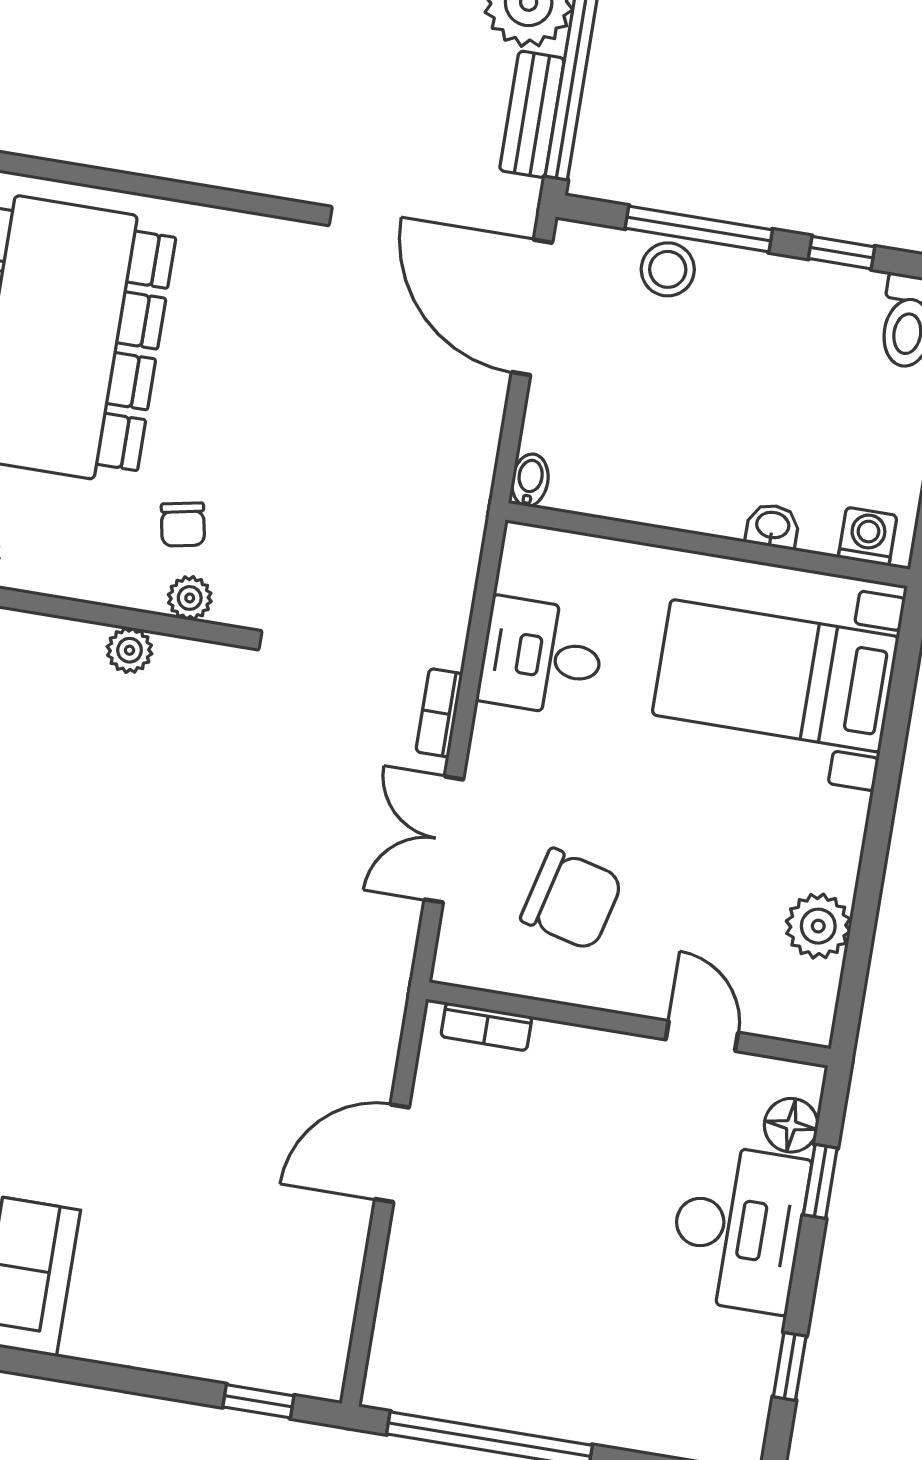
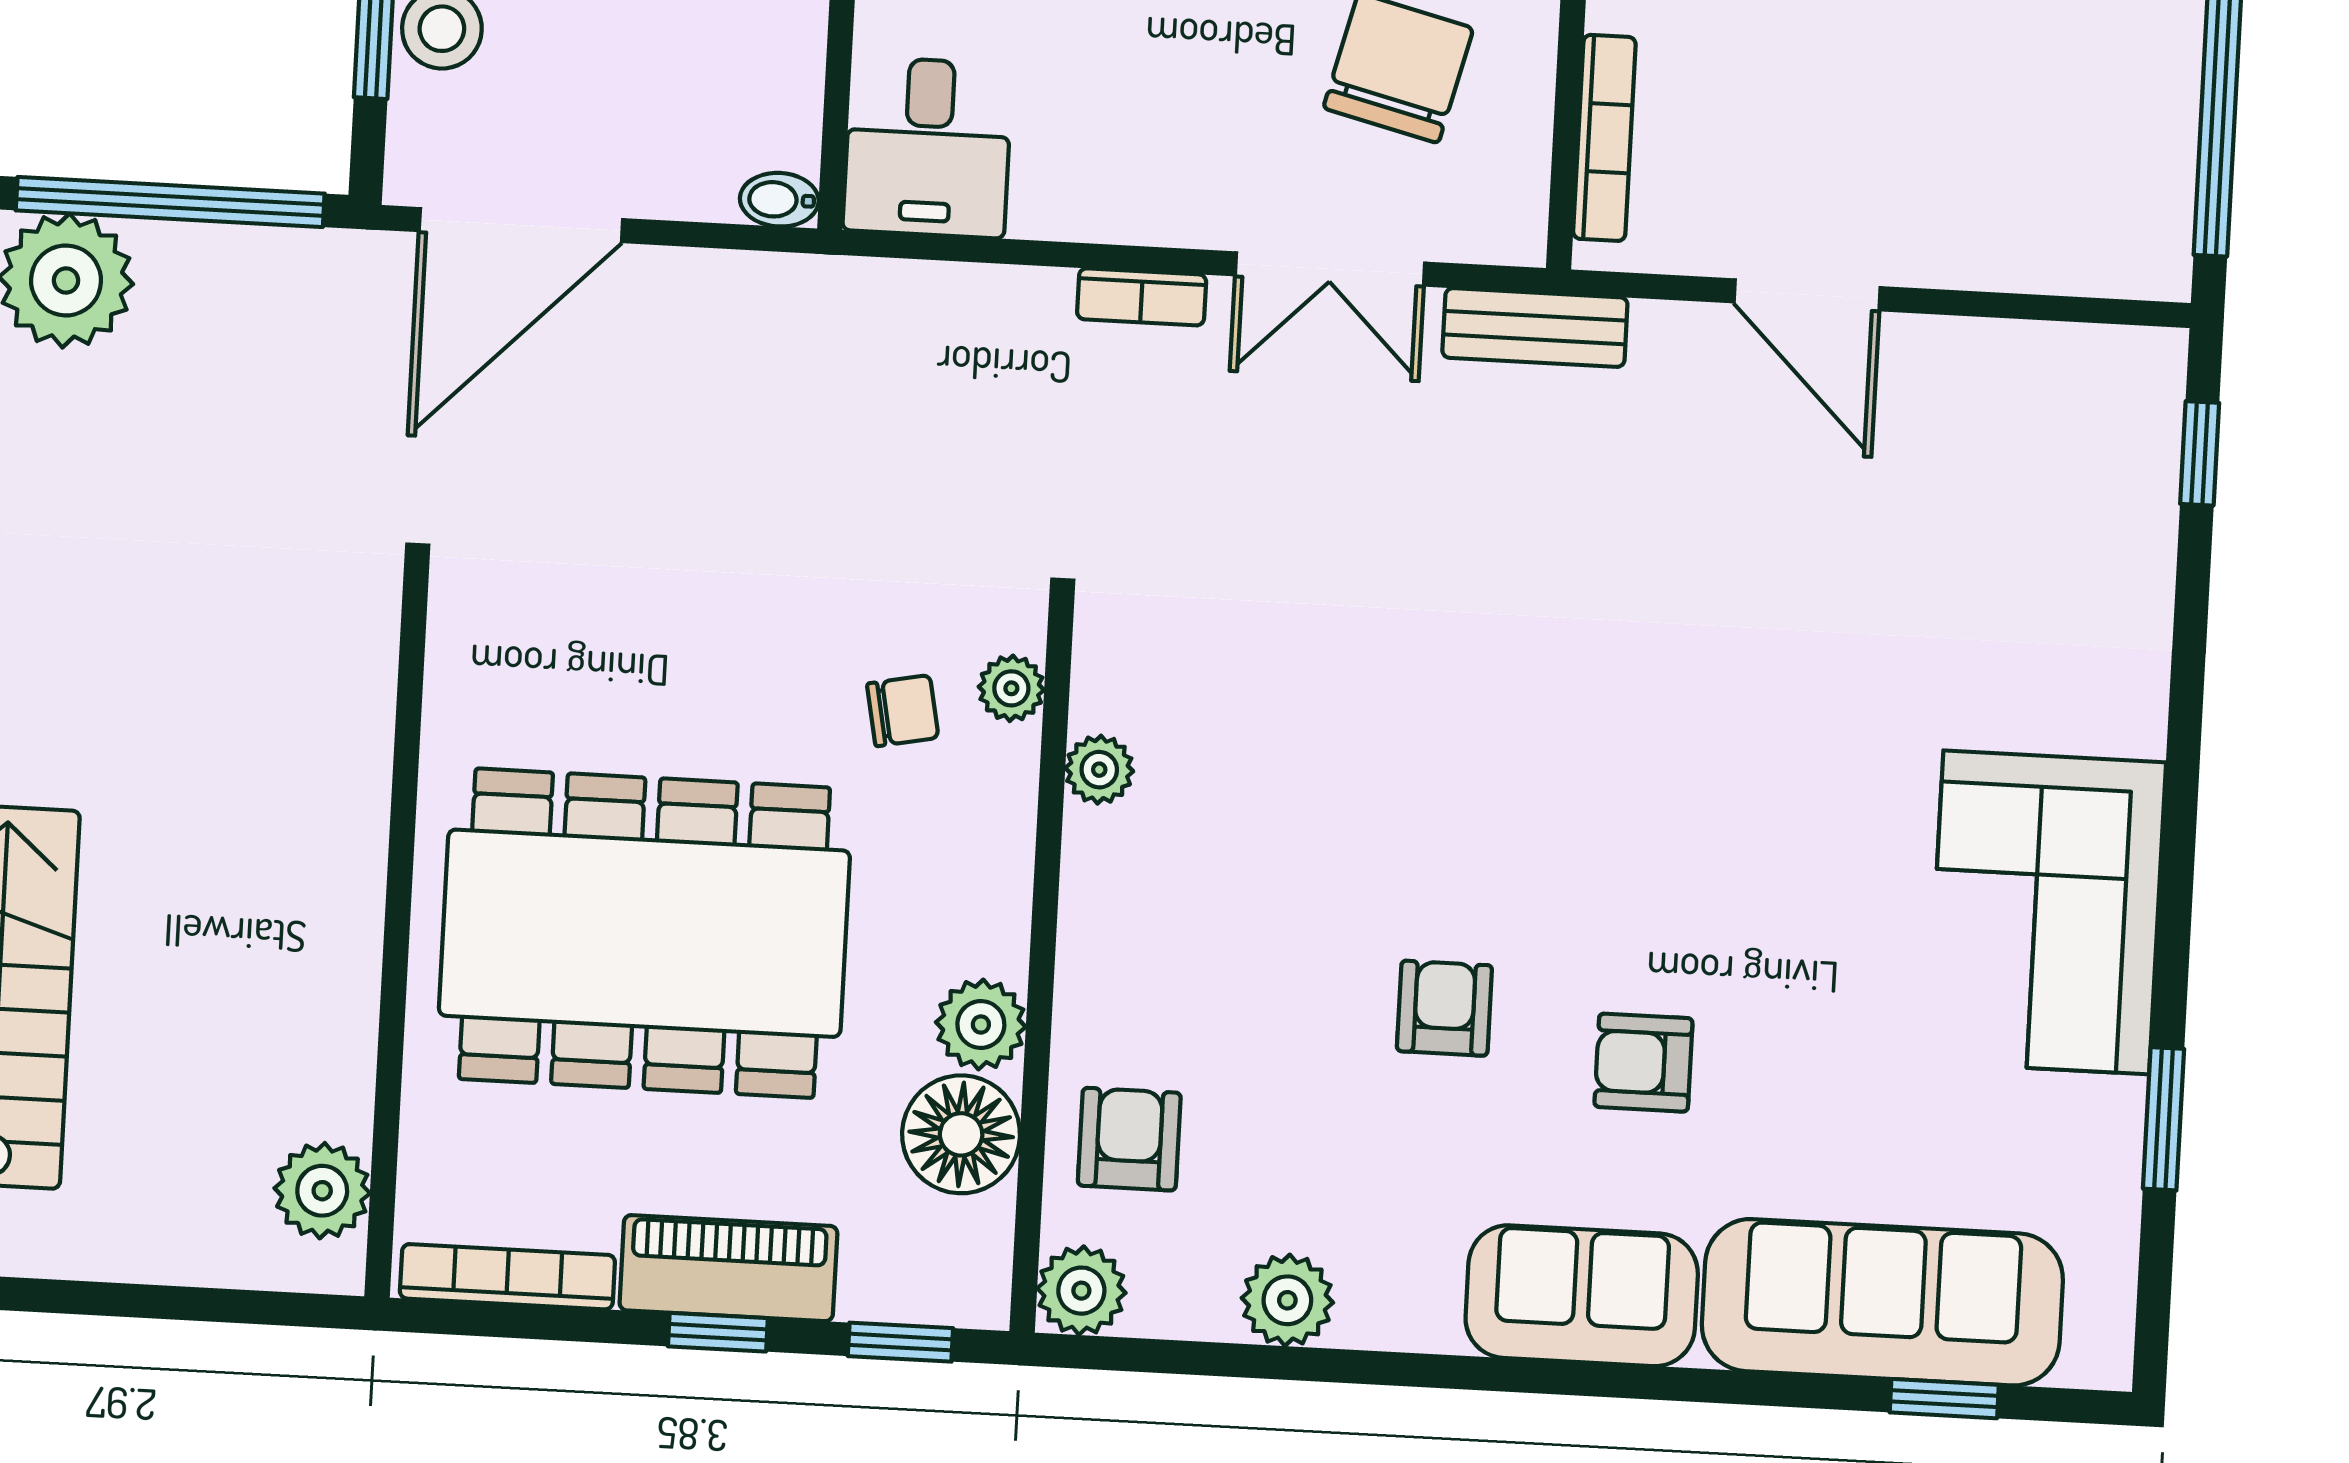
bench: (532, 114) -> (1535, 328), moved
desk: (542, 657) -> (928, 147), moved
bookcase: (486, 1027) -> (1604, 138), width x1.56

